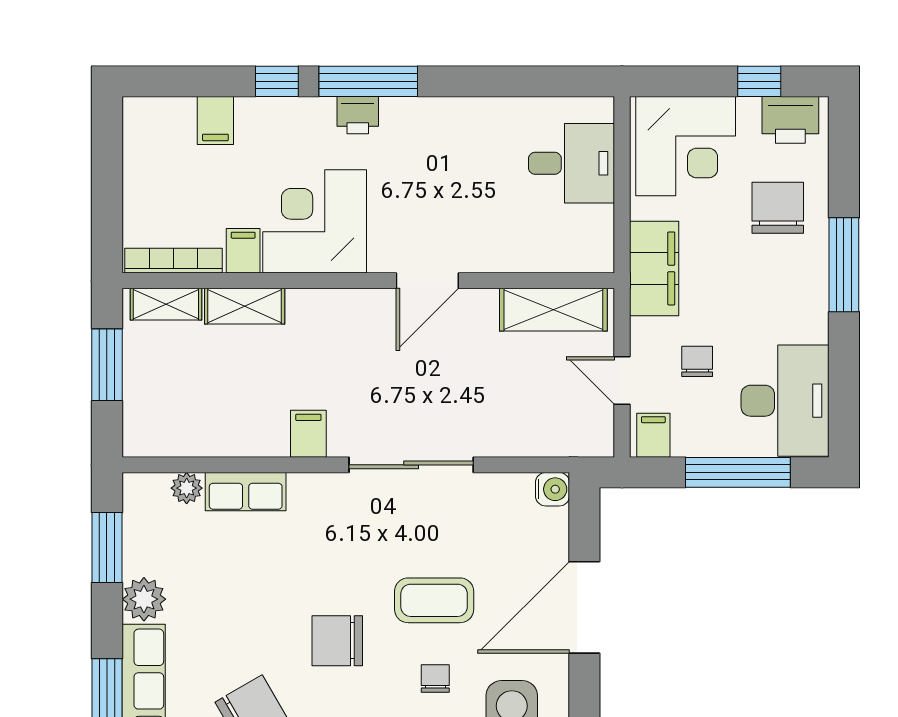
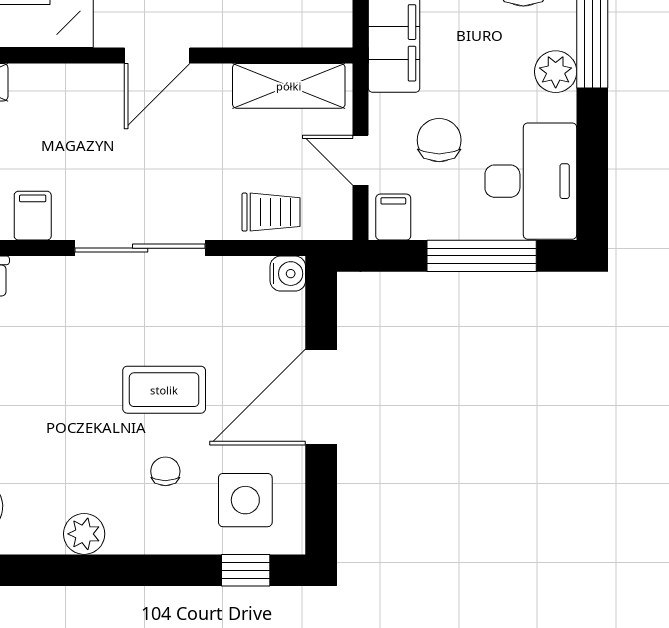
plant: (809, 296) -> (556, 72), added
chair: (697, 361) -> (439, 140), width x1.37, depth x1.37
trolley: (536, 430) -> (271, 212), added
chair: (337, 641) -> (63, 432), removed

